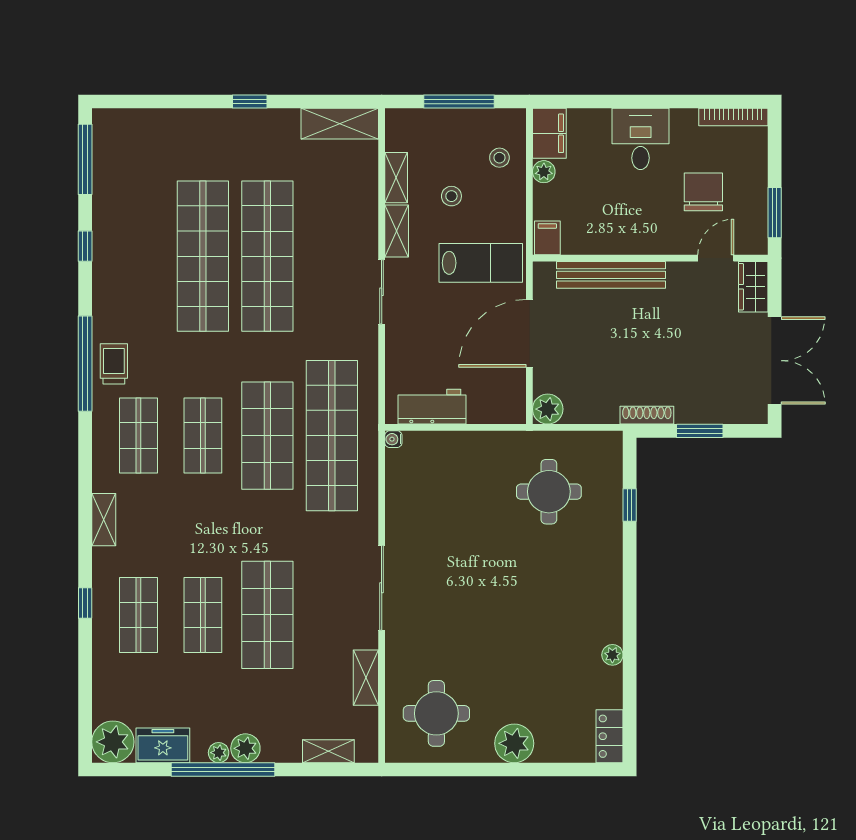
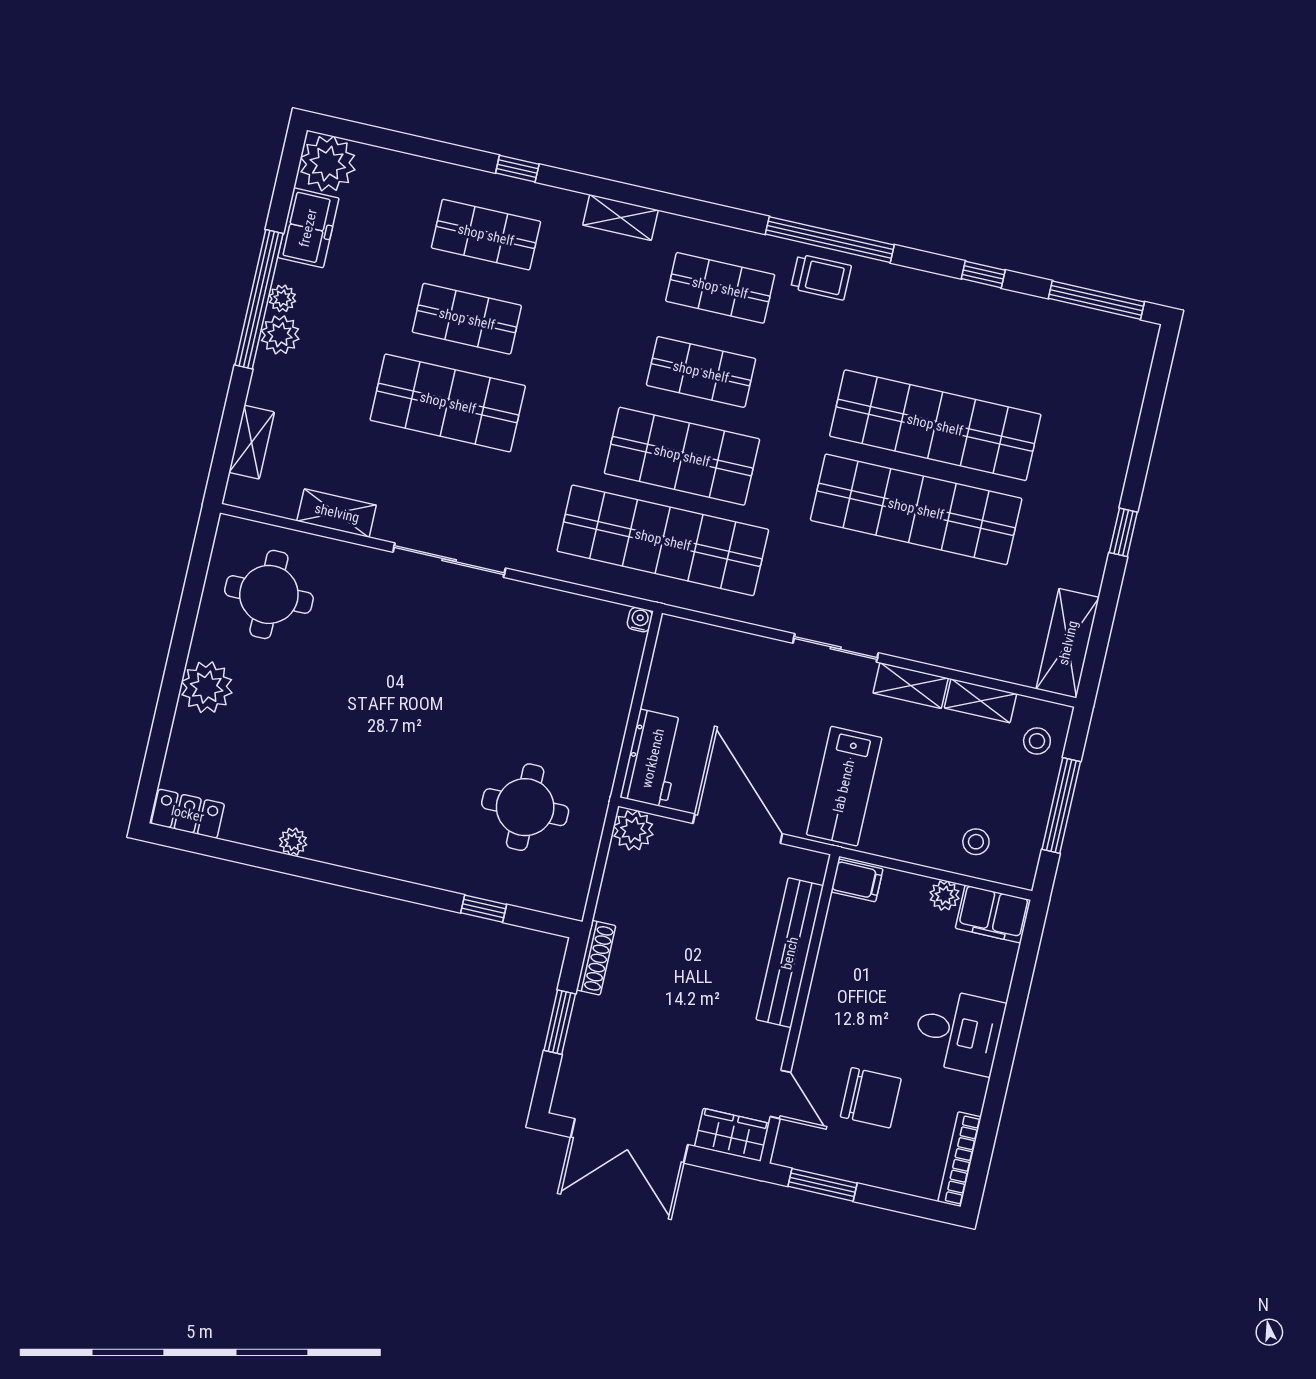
stool: (451, 196) -> (1037, 741), moved
workbench: (432, 407) -> (653, 758), moved

